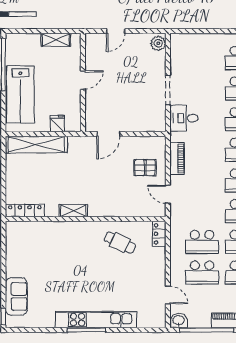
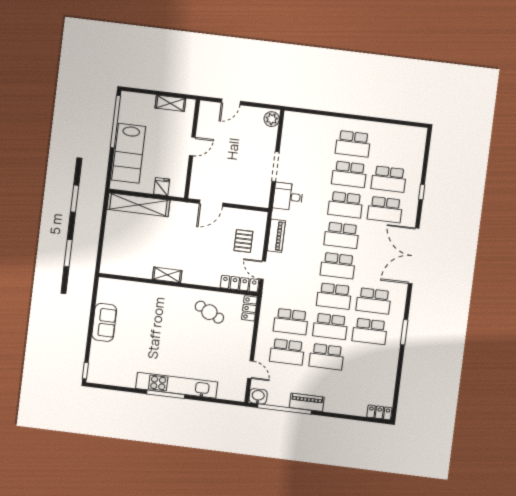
pallet: (145, 168) -> (243, 241), turned 90
locker: (25, 210) -> (239, 284), moved
sofa: (16, 297) -> (104, 322), moved

